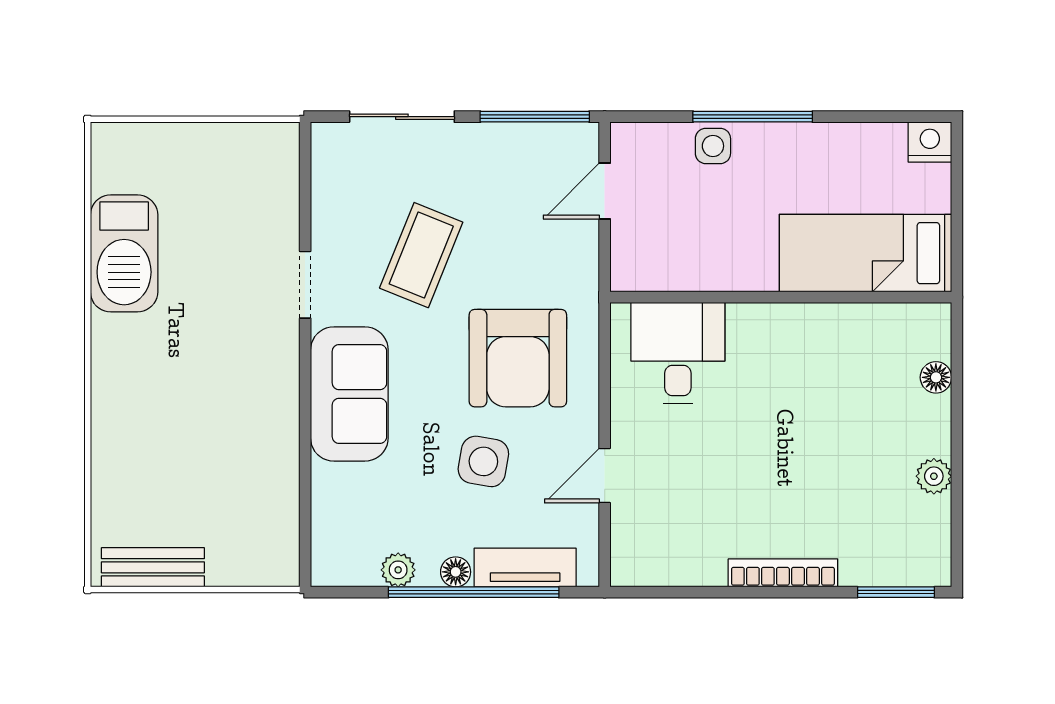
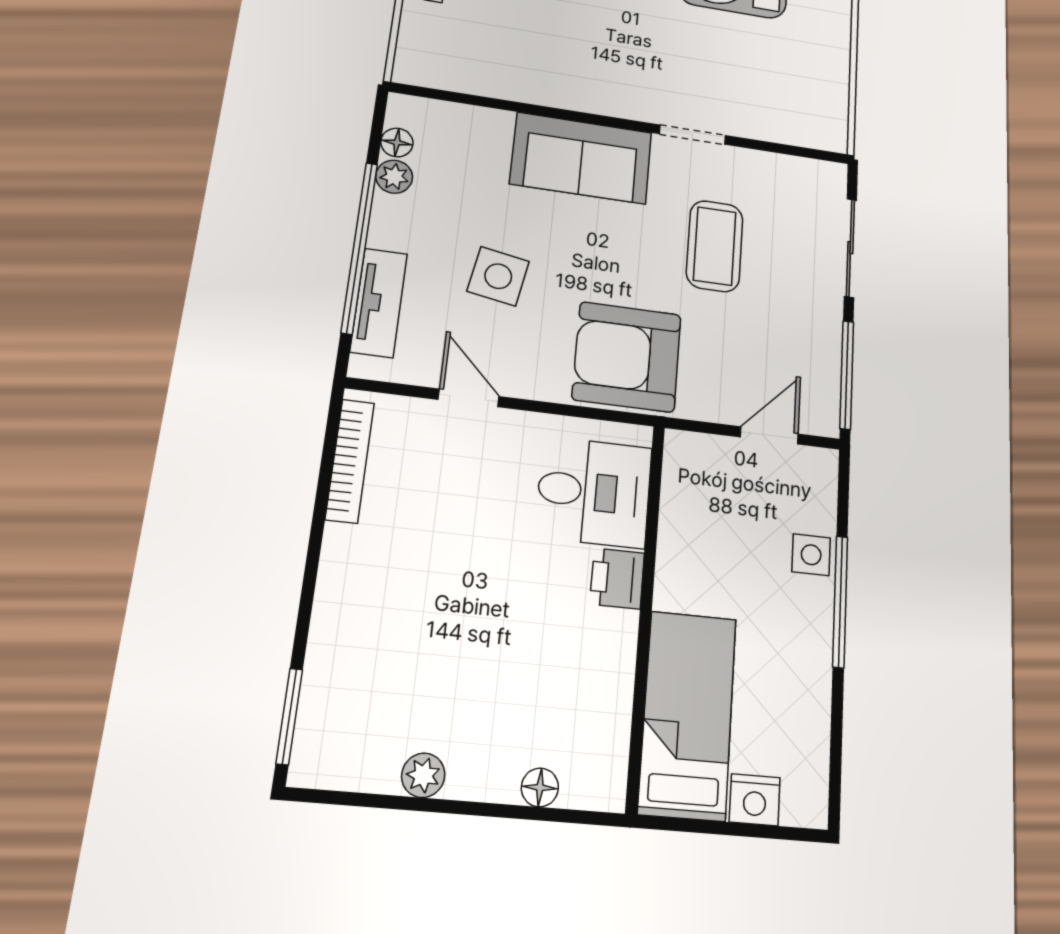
nightstand: (930, 142) -> (755, 800), moved, turned 90
door: (605, 191) -> (769, 435), hinge flipped
coffee table: (421, 255) -> (715, 246), turned 68
printer: (754, 325) -> (617, 578), added
armchair: (518, 358) -> (627, 357), moved
floor lamp: (456, 572) -> (397, 142), moved
bookcase: (783, 573) -> (350, 461), moved

